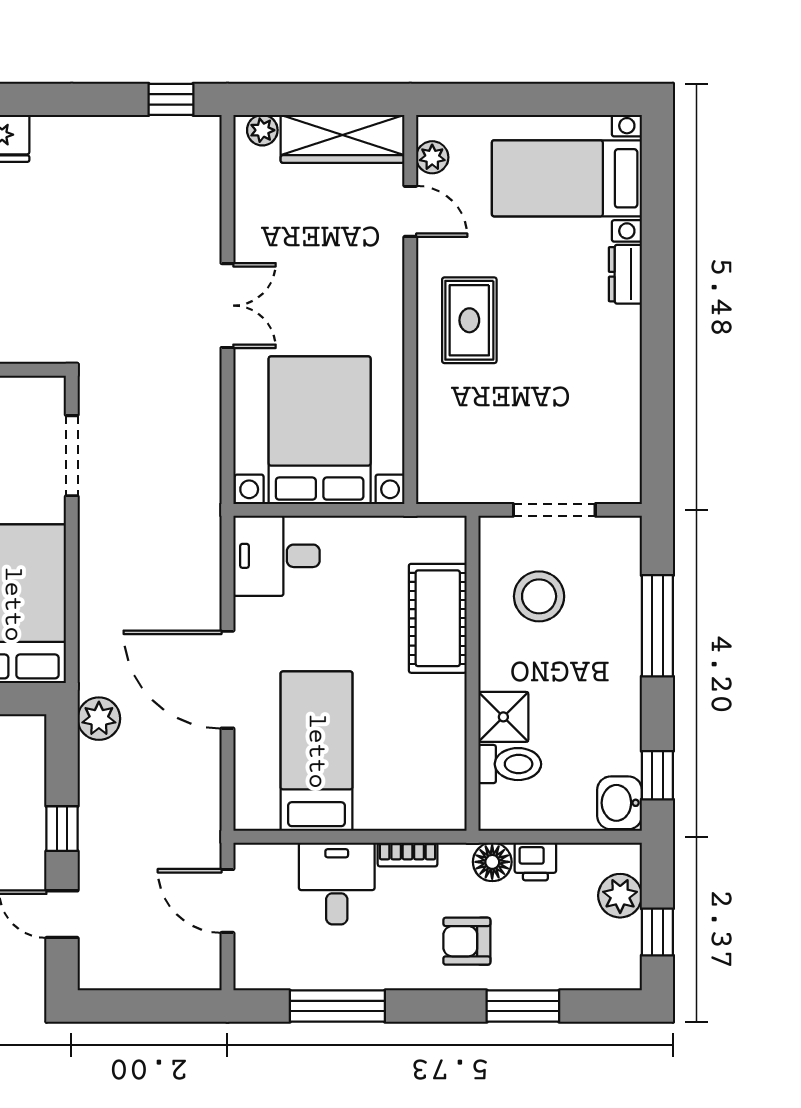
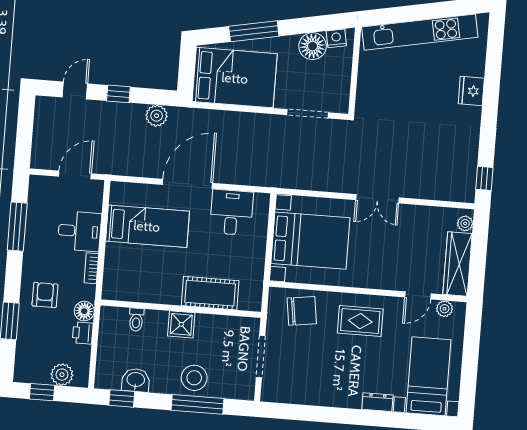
chair: (458, 436) -> (302, 311), added
desk: (276, 556) -> (231, 212), moved
stool: (539, 596) -> (194, 378), moved
shower: (503, 717) -> (181, 324), moved
plant: (99, 719) -> (157, 116), moved
toilet: (510, 764) -> (136, 320), width x0.73, depth x0.72
washbasin: (620, 803) -> (136, 380), moved

